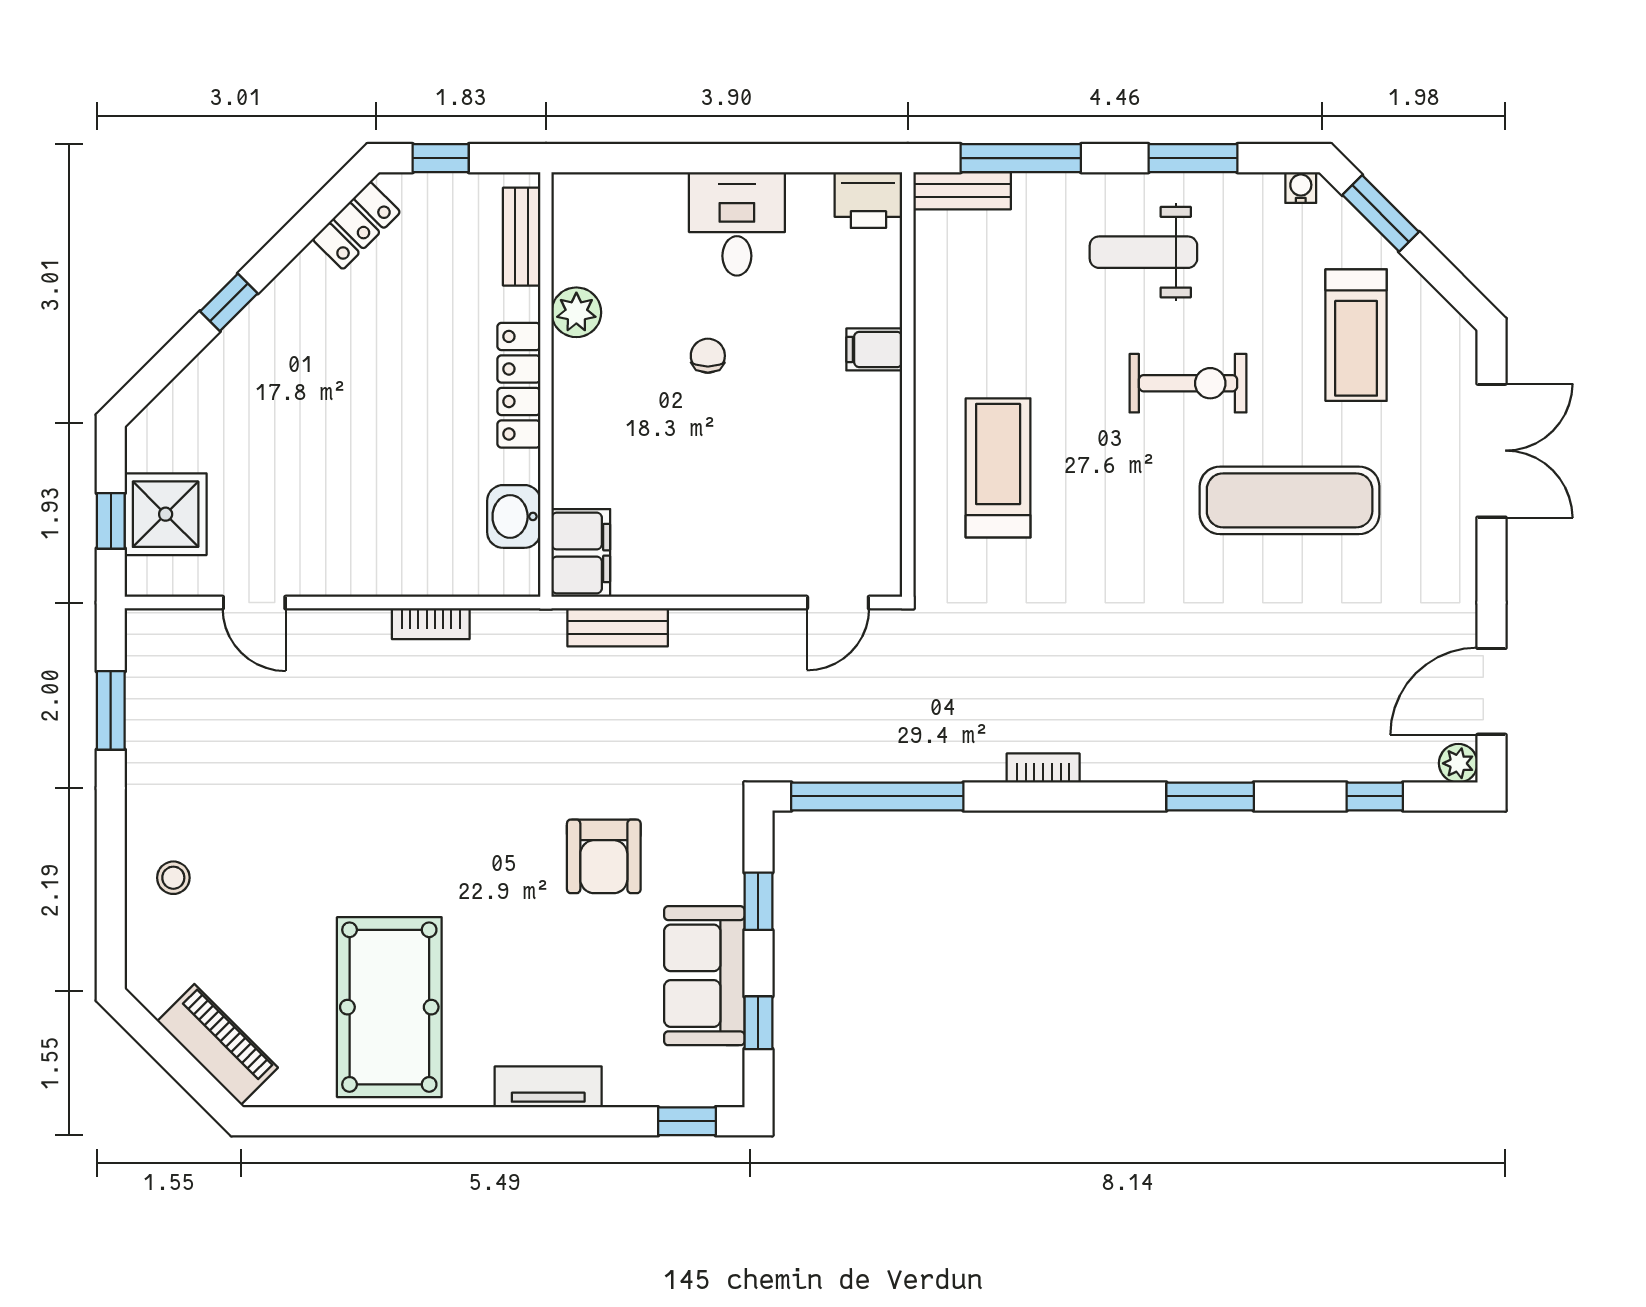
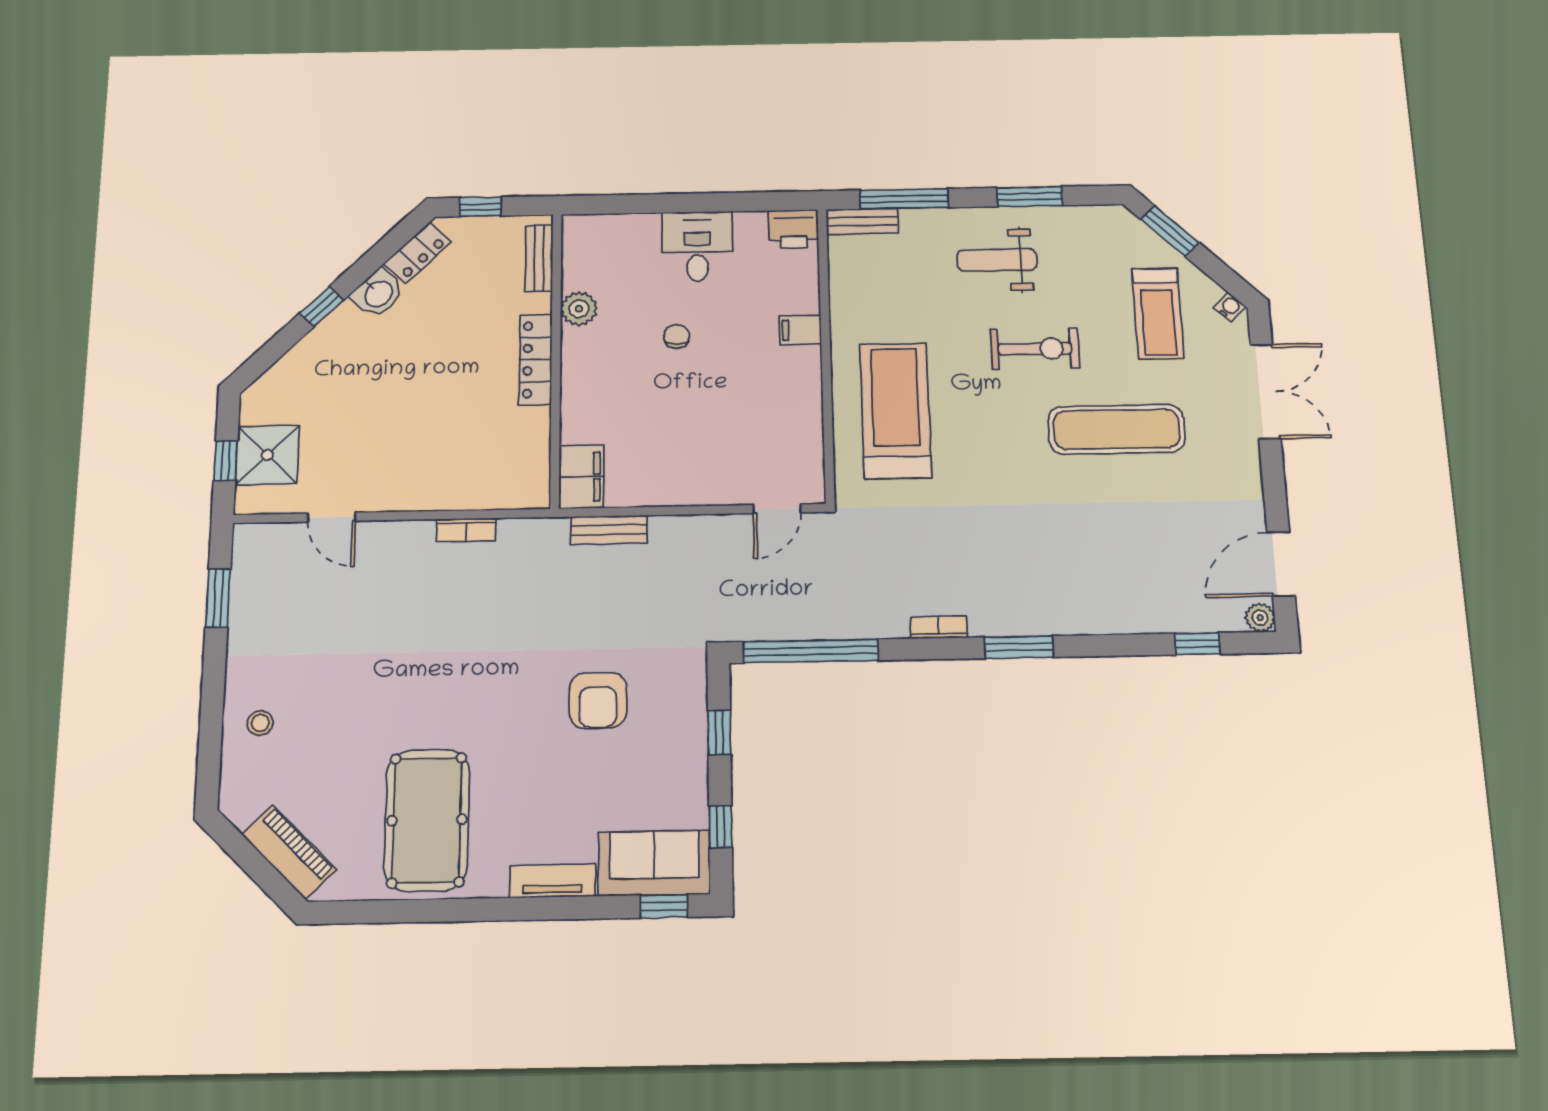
water cooler: (1301, 187) -> (1230, 307), moved, turned 45
treadmill: (998, 468) -> (895, 411), width x1.37, depth x1.38
washbasin: (514, 516) -> (378, 293), moved, turned -135
window: (1210, 796) -> (1019, 647), moved
sofa: (704, 976) -> (654, 863), moved, turned 90

